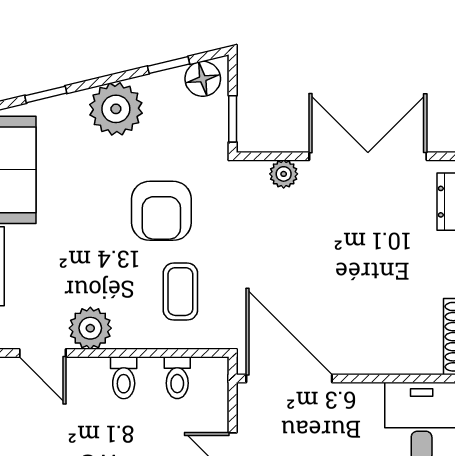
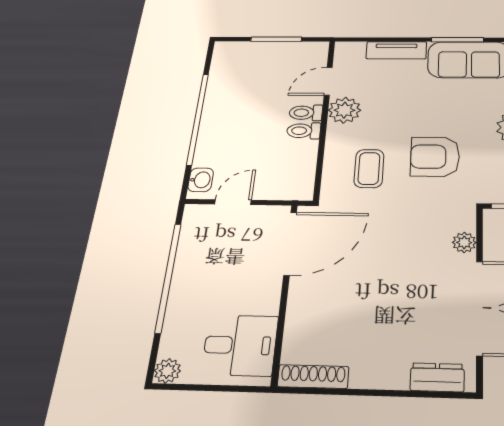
coffee table: (180, 292) -> (369, 168), turned 90
toilet: (177, 378) -> (306, 113), moved

